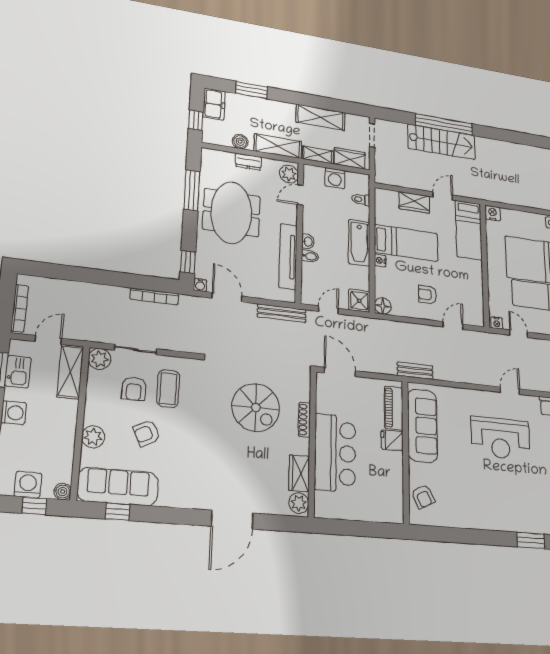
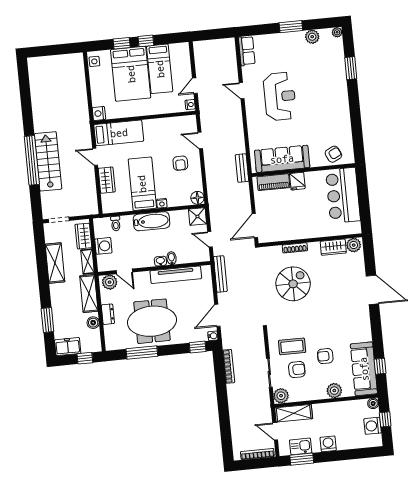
armchair: (147, 433) -> (325, 356), turned 116
bar counter: (335, 453) -> (343, 195), moved, turned -90

